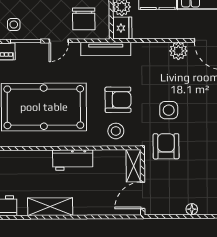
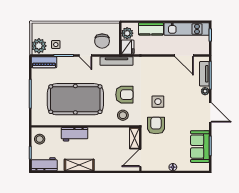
door: (59, 41) -> (85, 56), hinge flipped
plant: (178, 51) -> (164, 62), removed
workbench: (73, 160) -> (75, 134), moved

